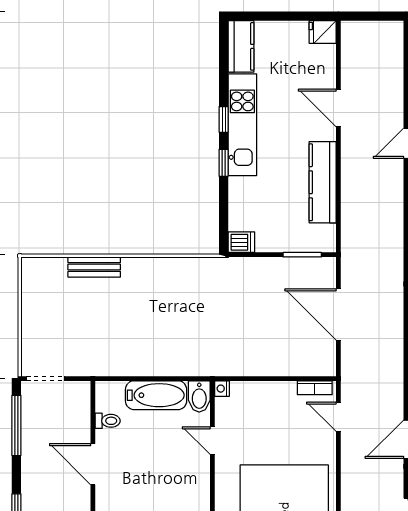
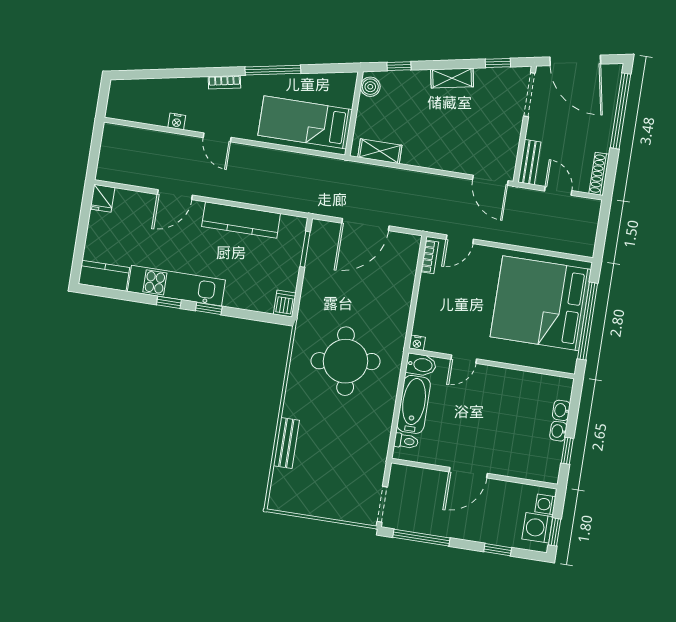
round table: (191, 316) -> (346, 361), added
toilet: (108, 421) -> (406, 441), moved, turned 90

